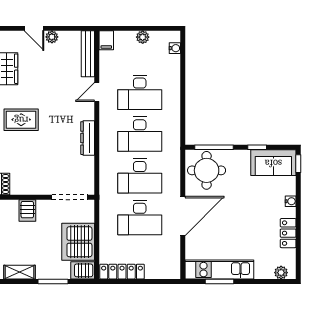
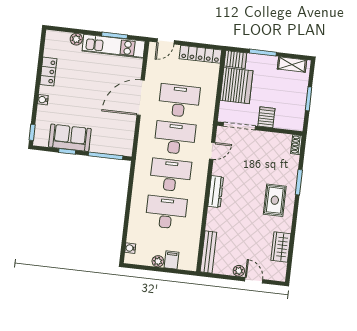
filing cabinet: (106, 40) -> (171, 260), moved
door: (97, 92) -> (212, 151), moved
rug: (21, 120) -> (275, 200), turned 90
dresser: (88, 138) -> (216, 192), moved
sofa: (273, 163) -> (70, 138), moved
round table: (207, 170) -> (115, 136), removed
server rack: (27, 211) -> (266, 117), moved
plant: (281, 273) -> (76, 39), moved
door: (162, 282) -> (166, 41), added

